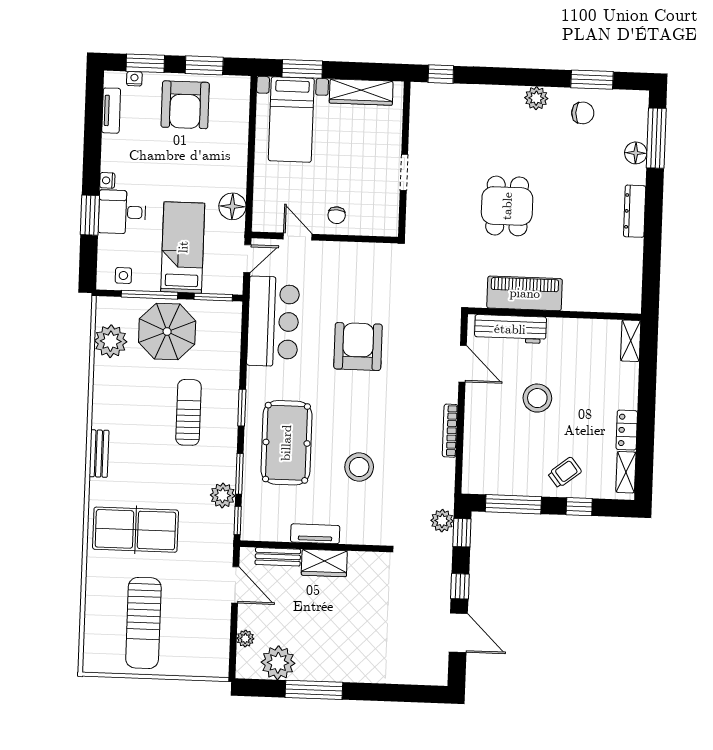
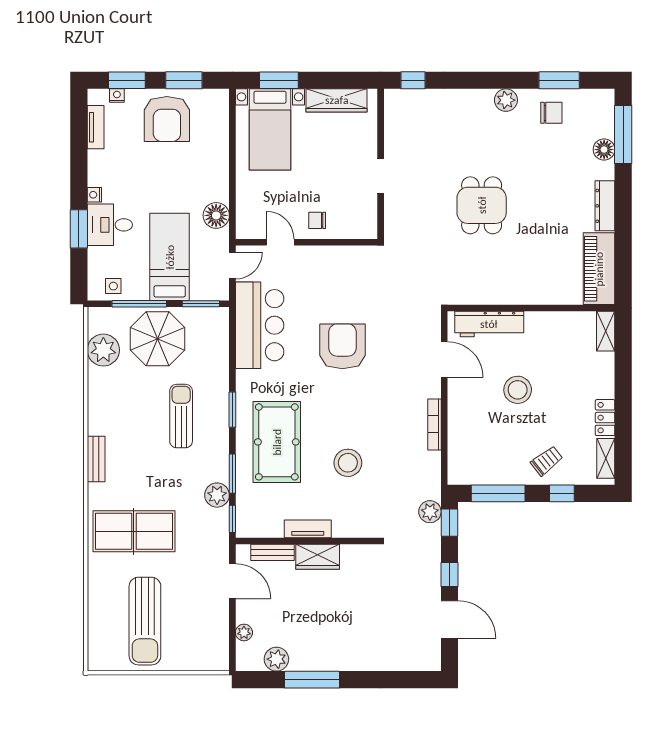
chair: (337, 215) -> (317, 220), turned 87
piano: (525, 293) -> (599, 269), moved, turned -90
plant: (278, 663) -> (276, 659), width x0.73, depth x0.73

